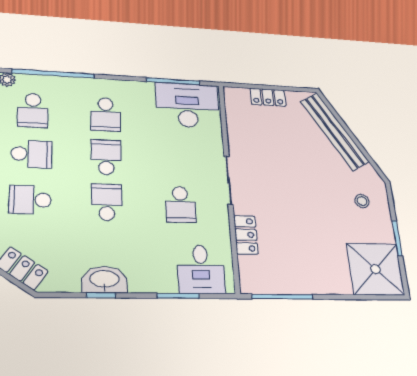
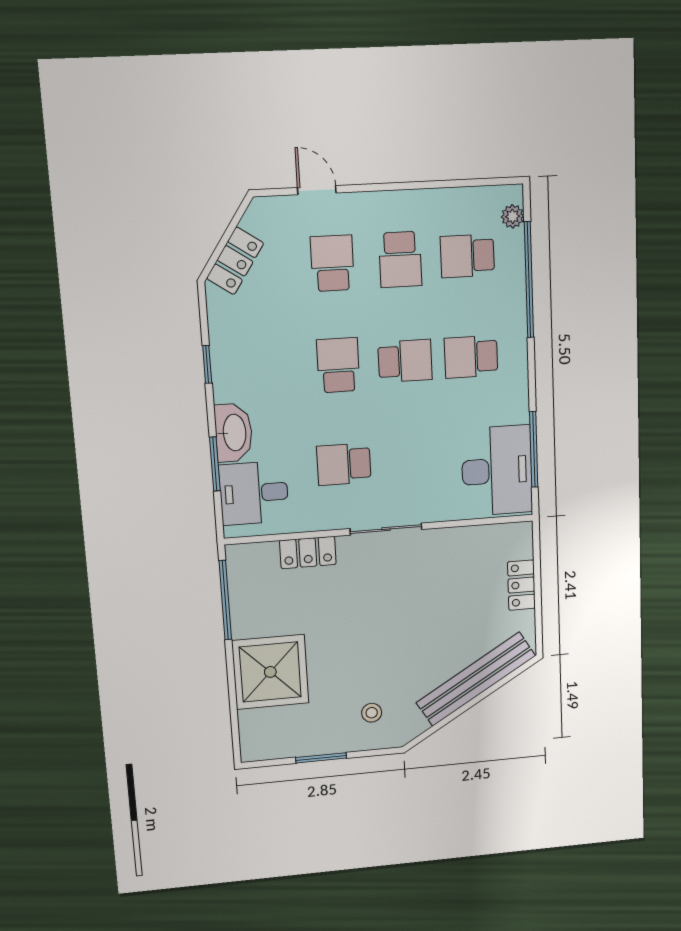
school desk: (107, 202) -> (338, 365), turned -90
shower: (375, 269) -> (270, 672), moved
washbasin: (105, 280) -> (234, 433), moved

